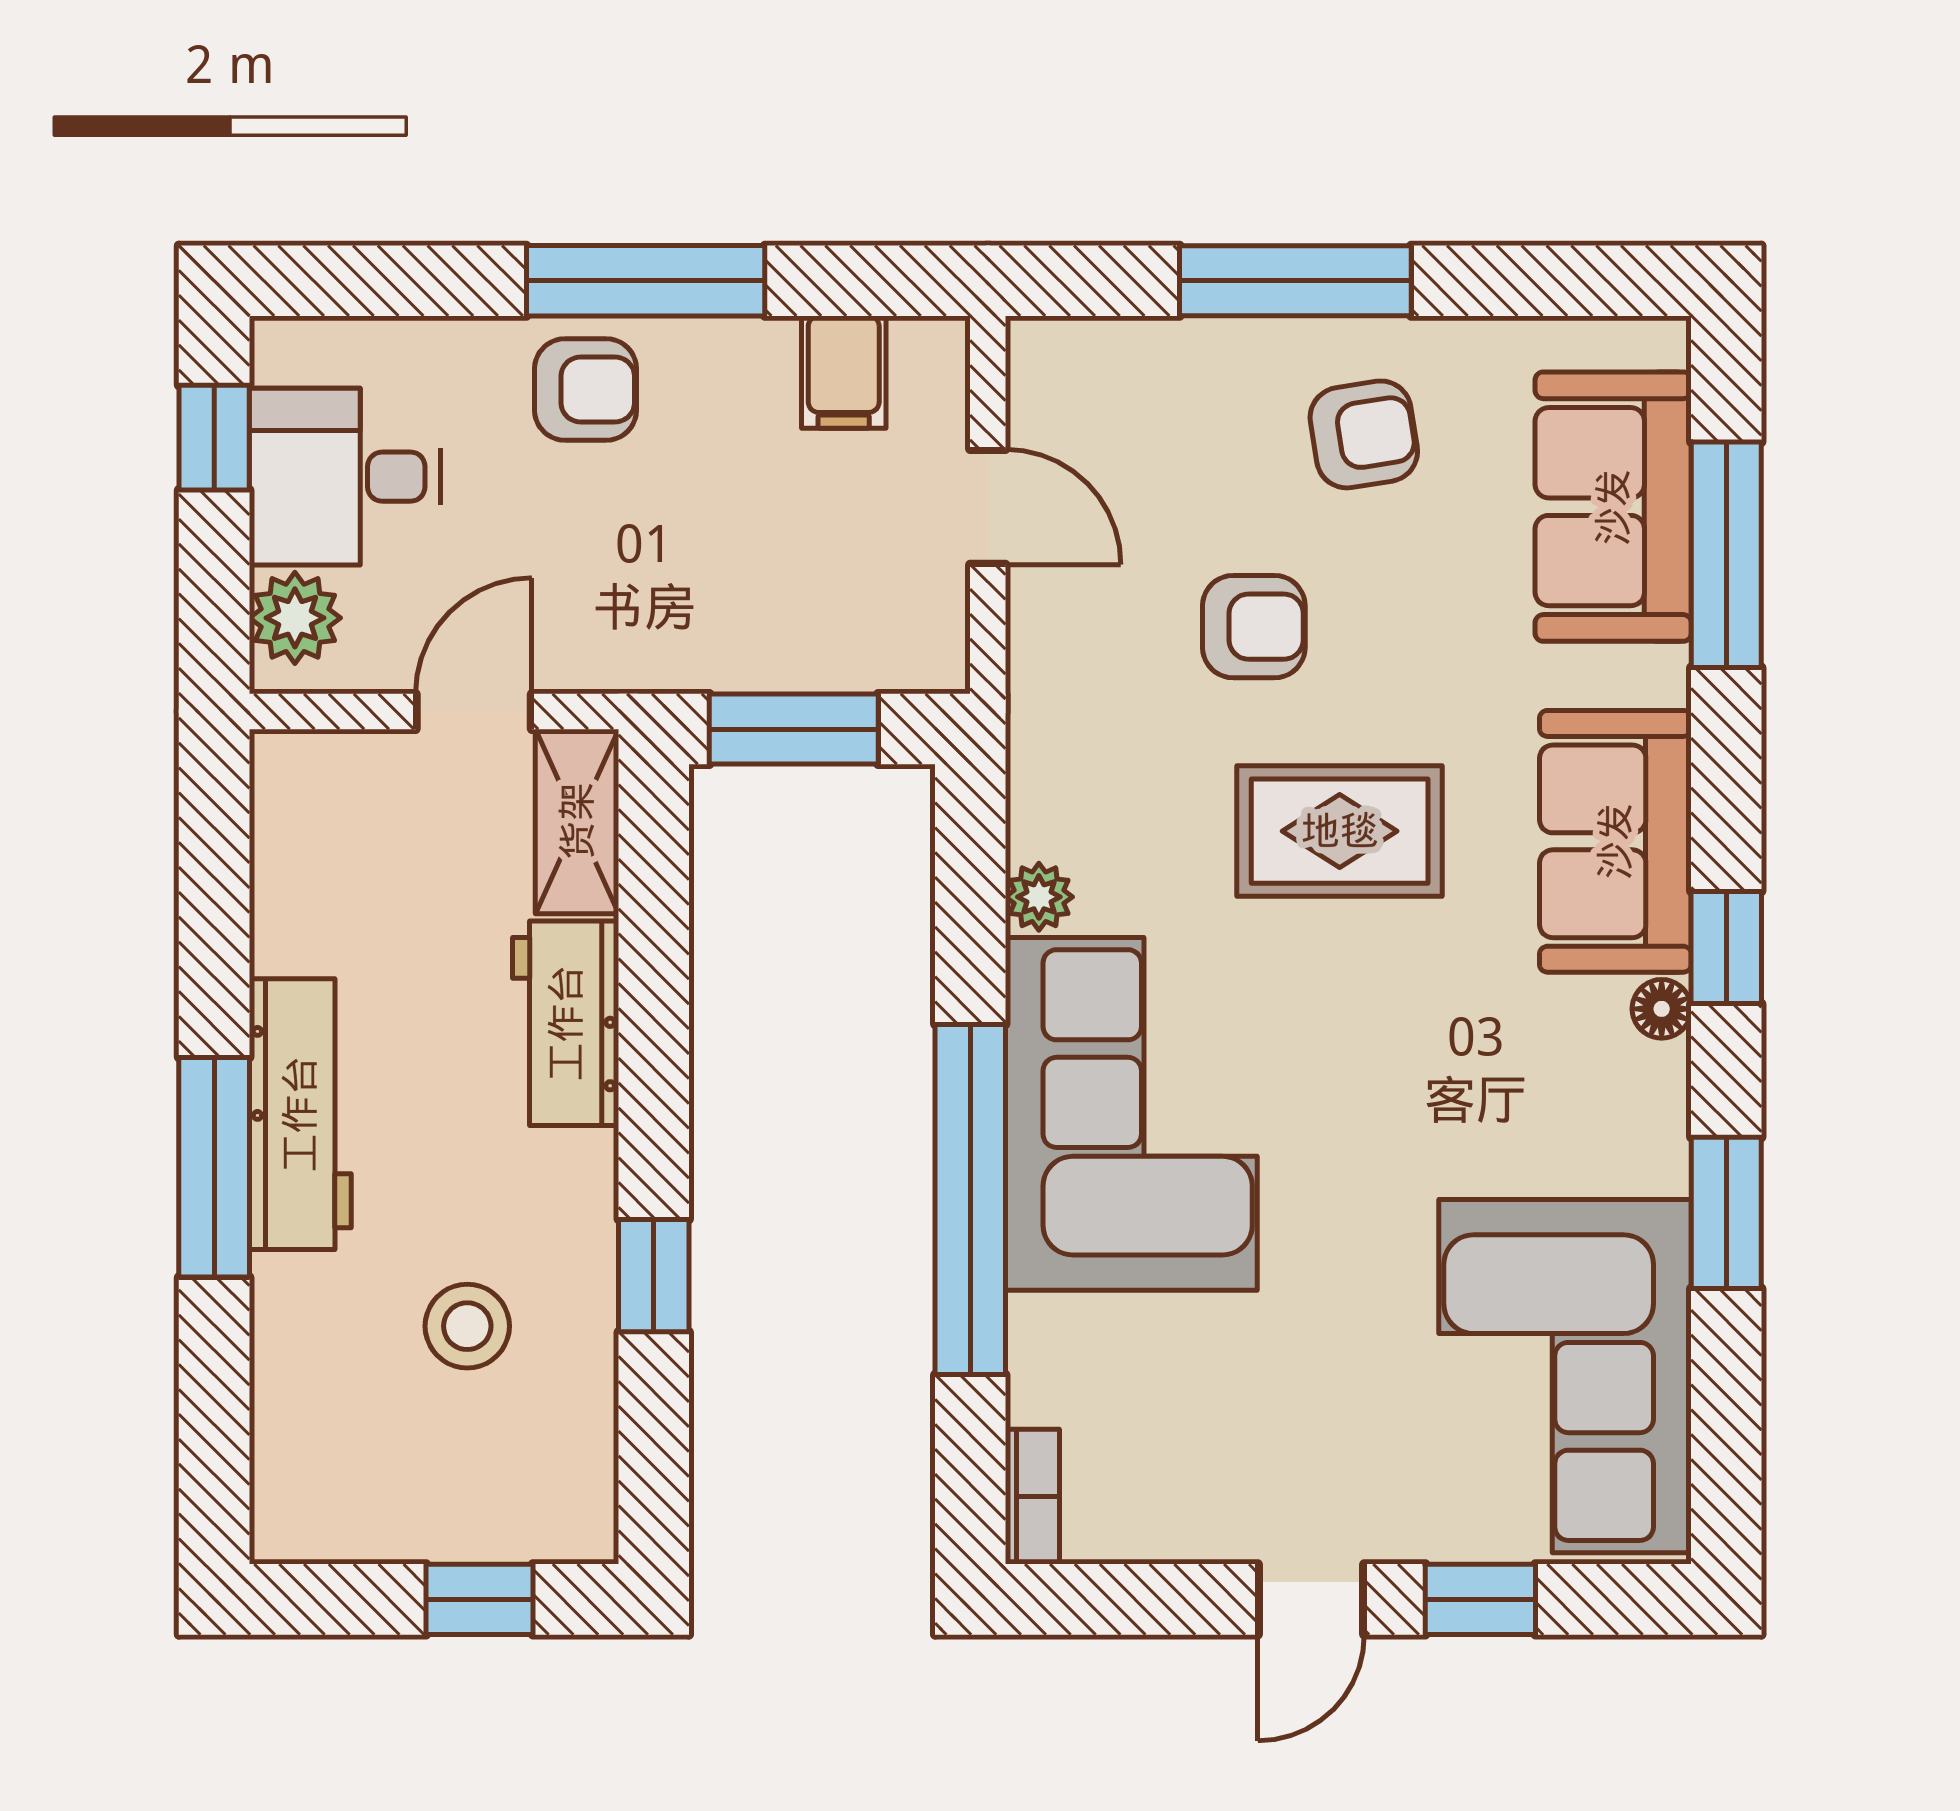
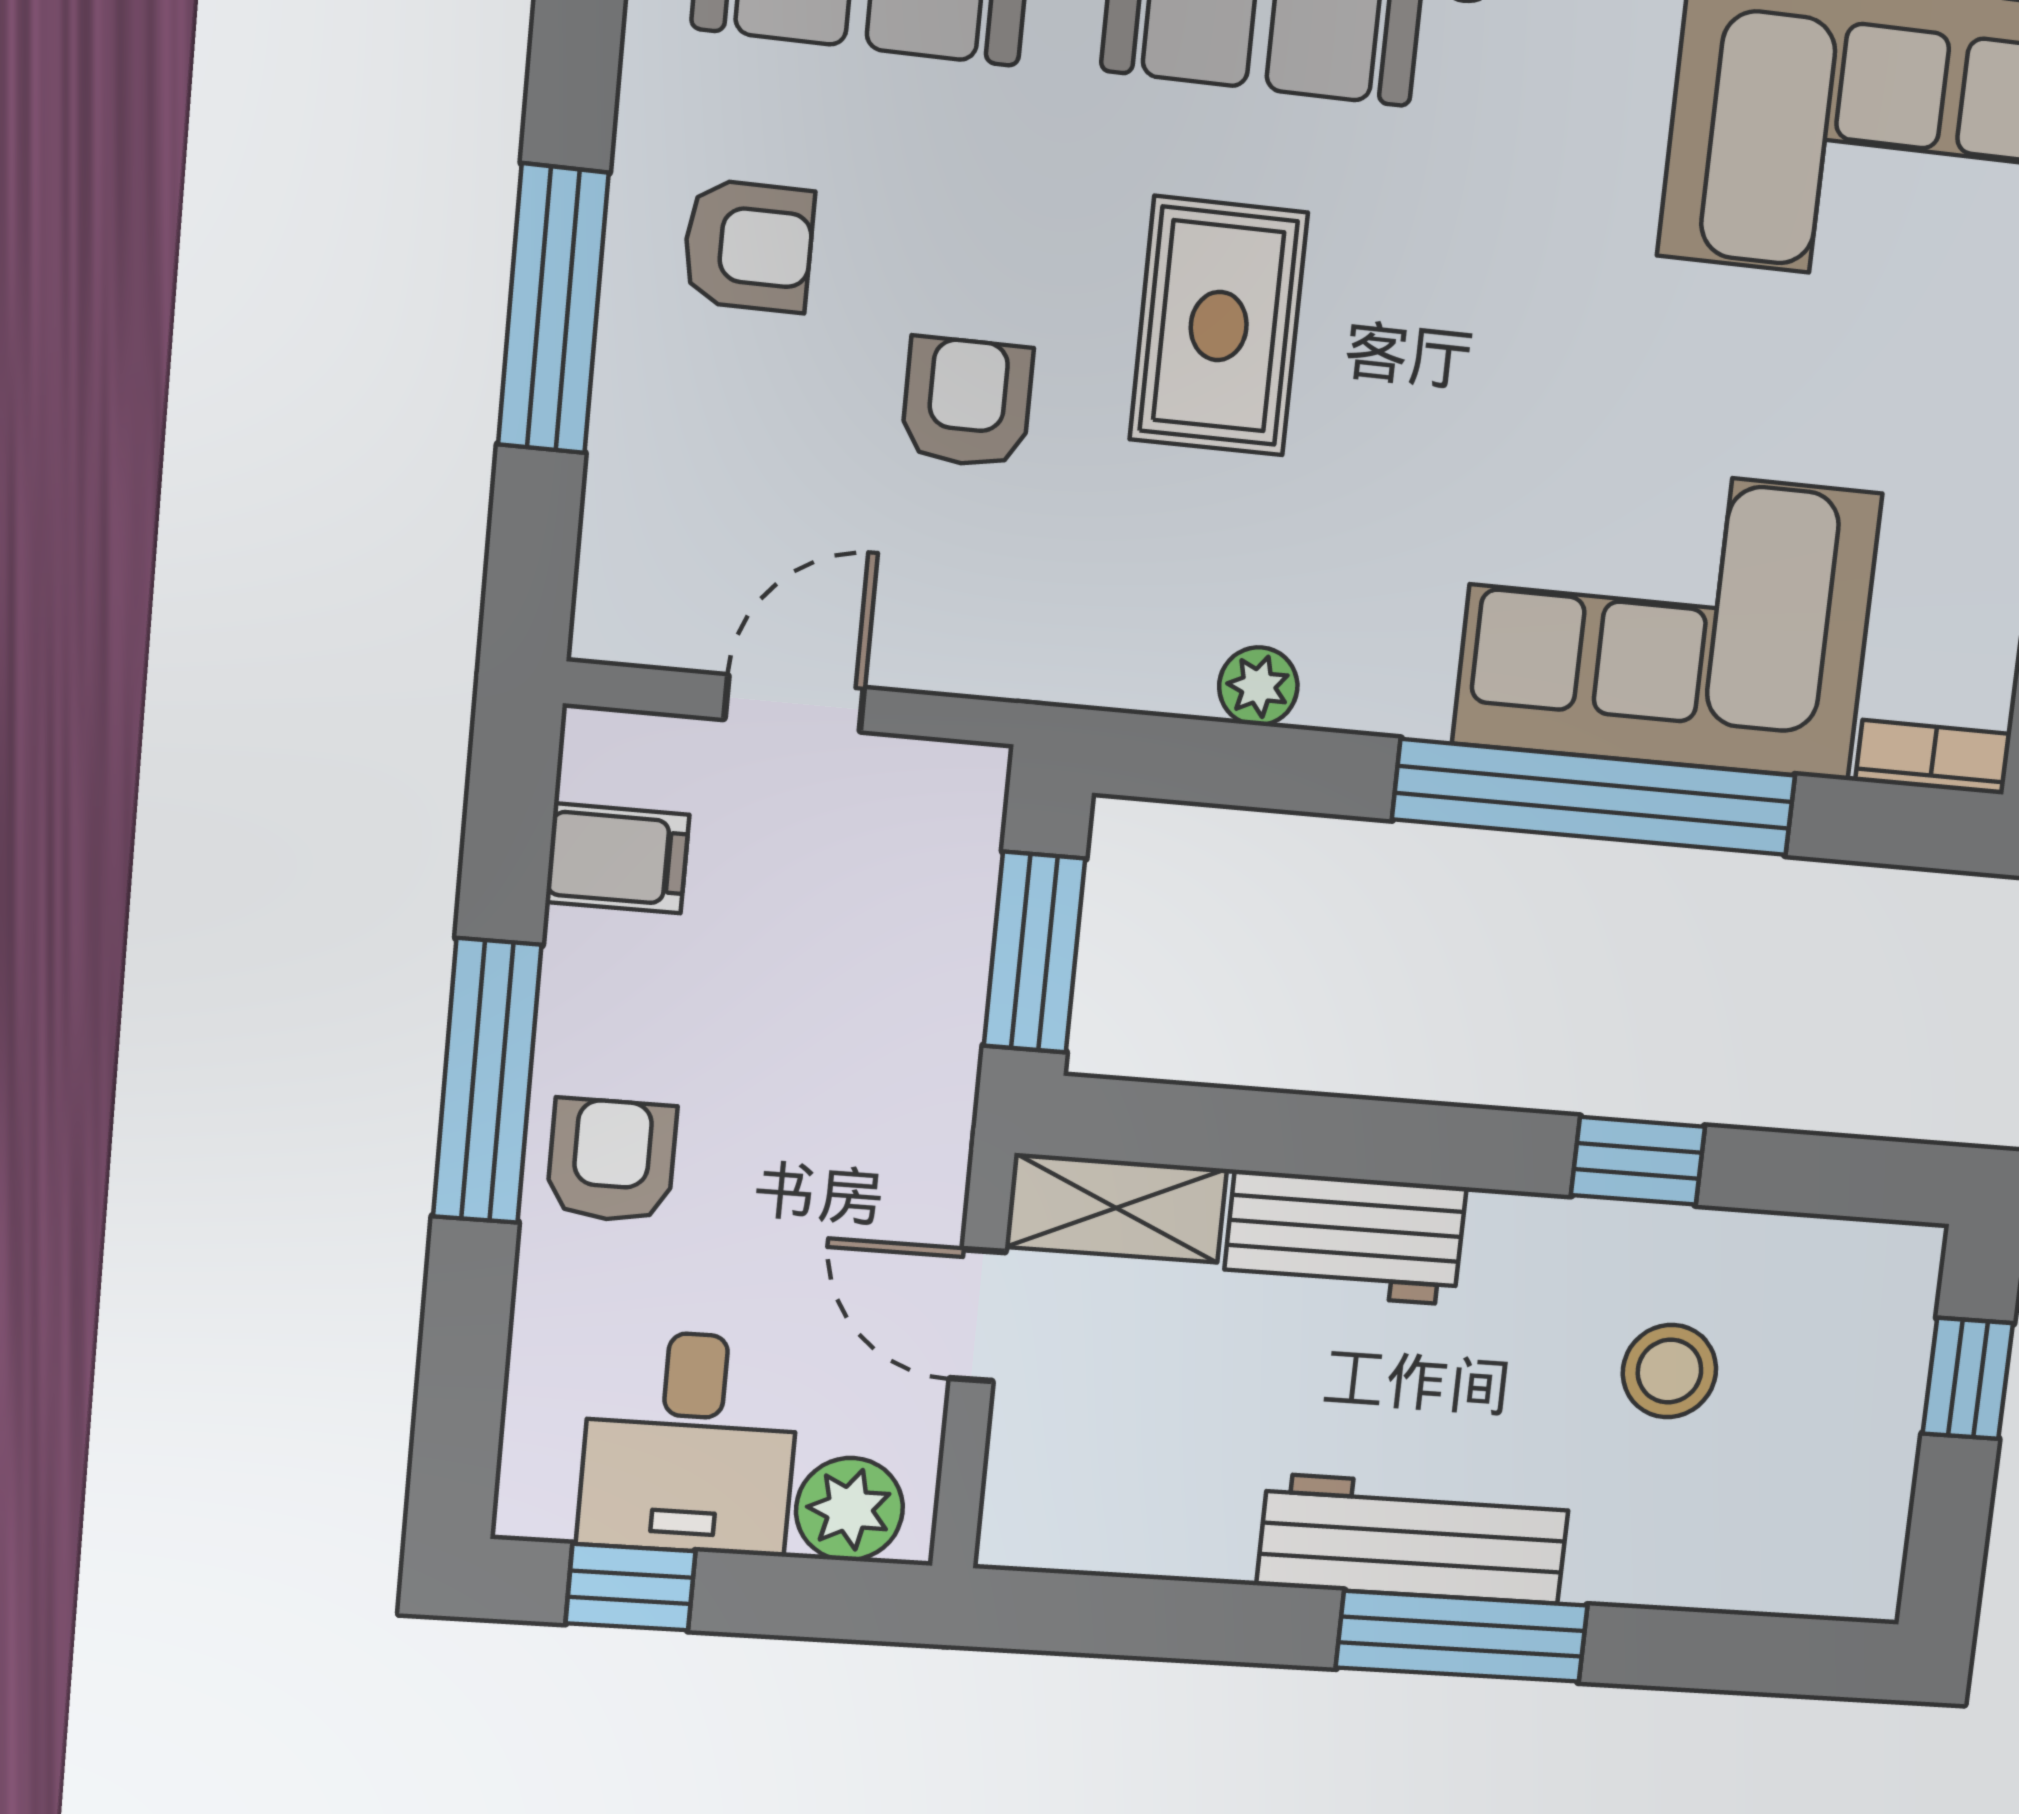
armchair: (1364, 434) -> (748, 246), turned 99
corner sofa: (1131, 1114) -> (1668, 618), moved

